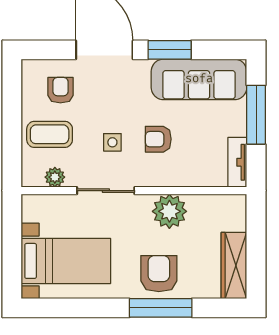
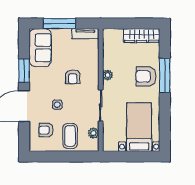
sofa: (199, 79) -> (40, 48), width x0.73
side table: (112, 142) -> (57, 105), moved
plant: (169, 211) -> (108, 75), width x0.53, depth x0.53

